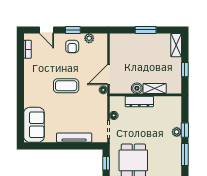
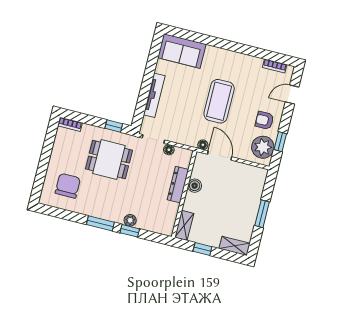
window: (73, 30) -> (280, 142), moved
plant: (89, 38) -> (263, 147), width x1.87, depth x1.87
coffee table: (66, 86) -> (219, 101), width x1.36, depth x1.32
shelving: (155, 89) -> (184, 225), moved

